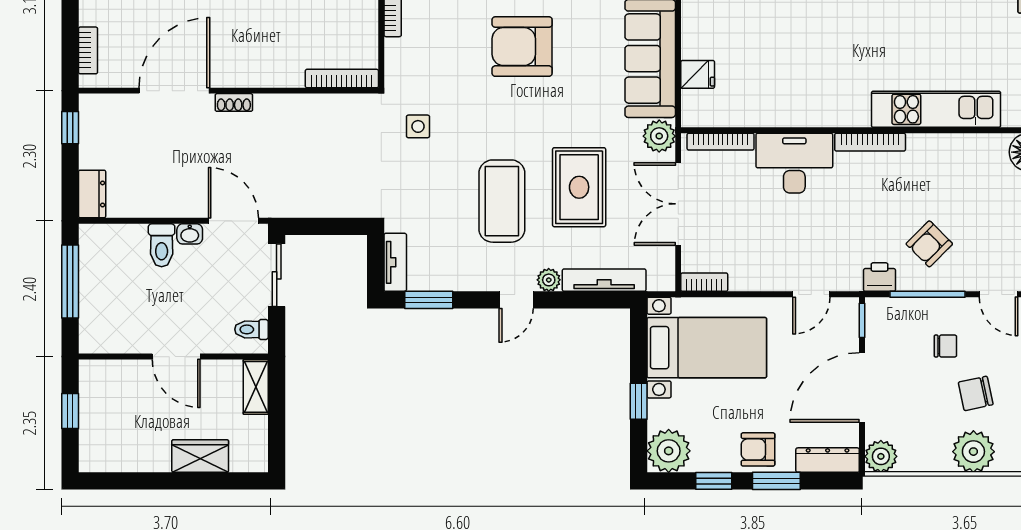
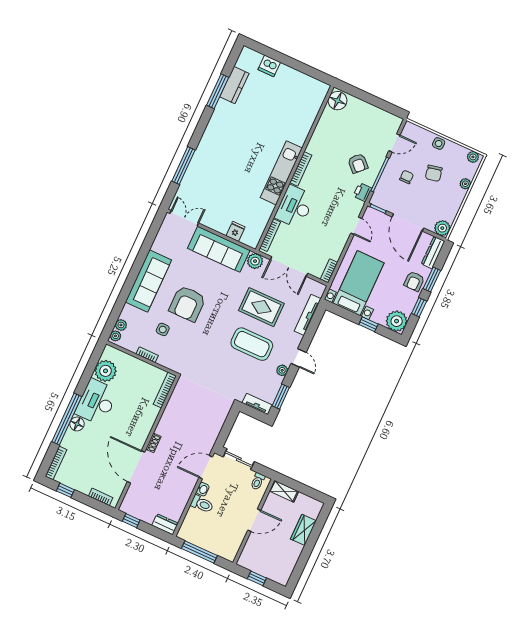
kitchen unit: (936, 109) -> (281, 173), moved
side table: (418, 126) -> (163, 329), moved
plant: (549, 280) -> (282, 370), moved
plant: (973, 452) -> (465, 184), width x0.53, depth x0.53

